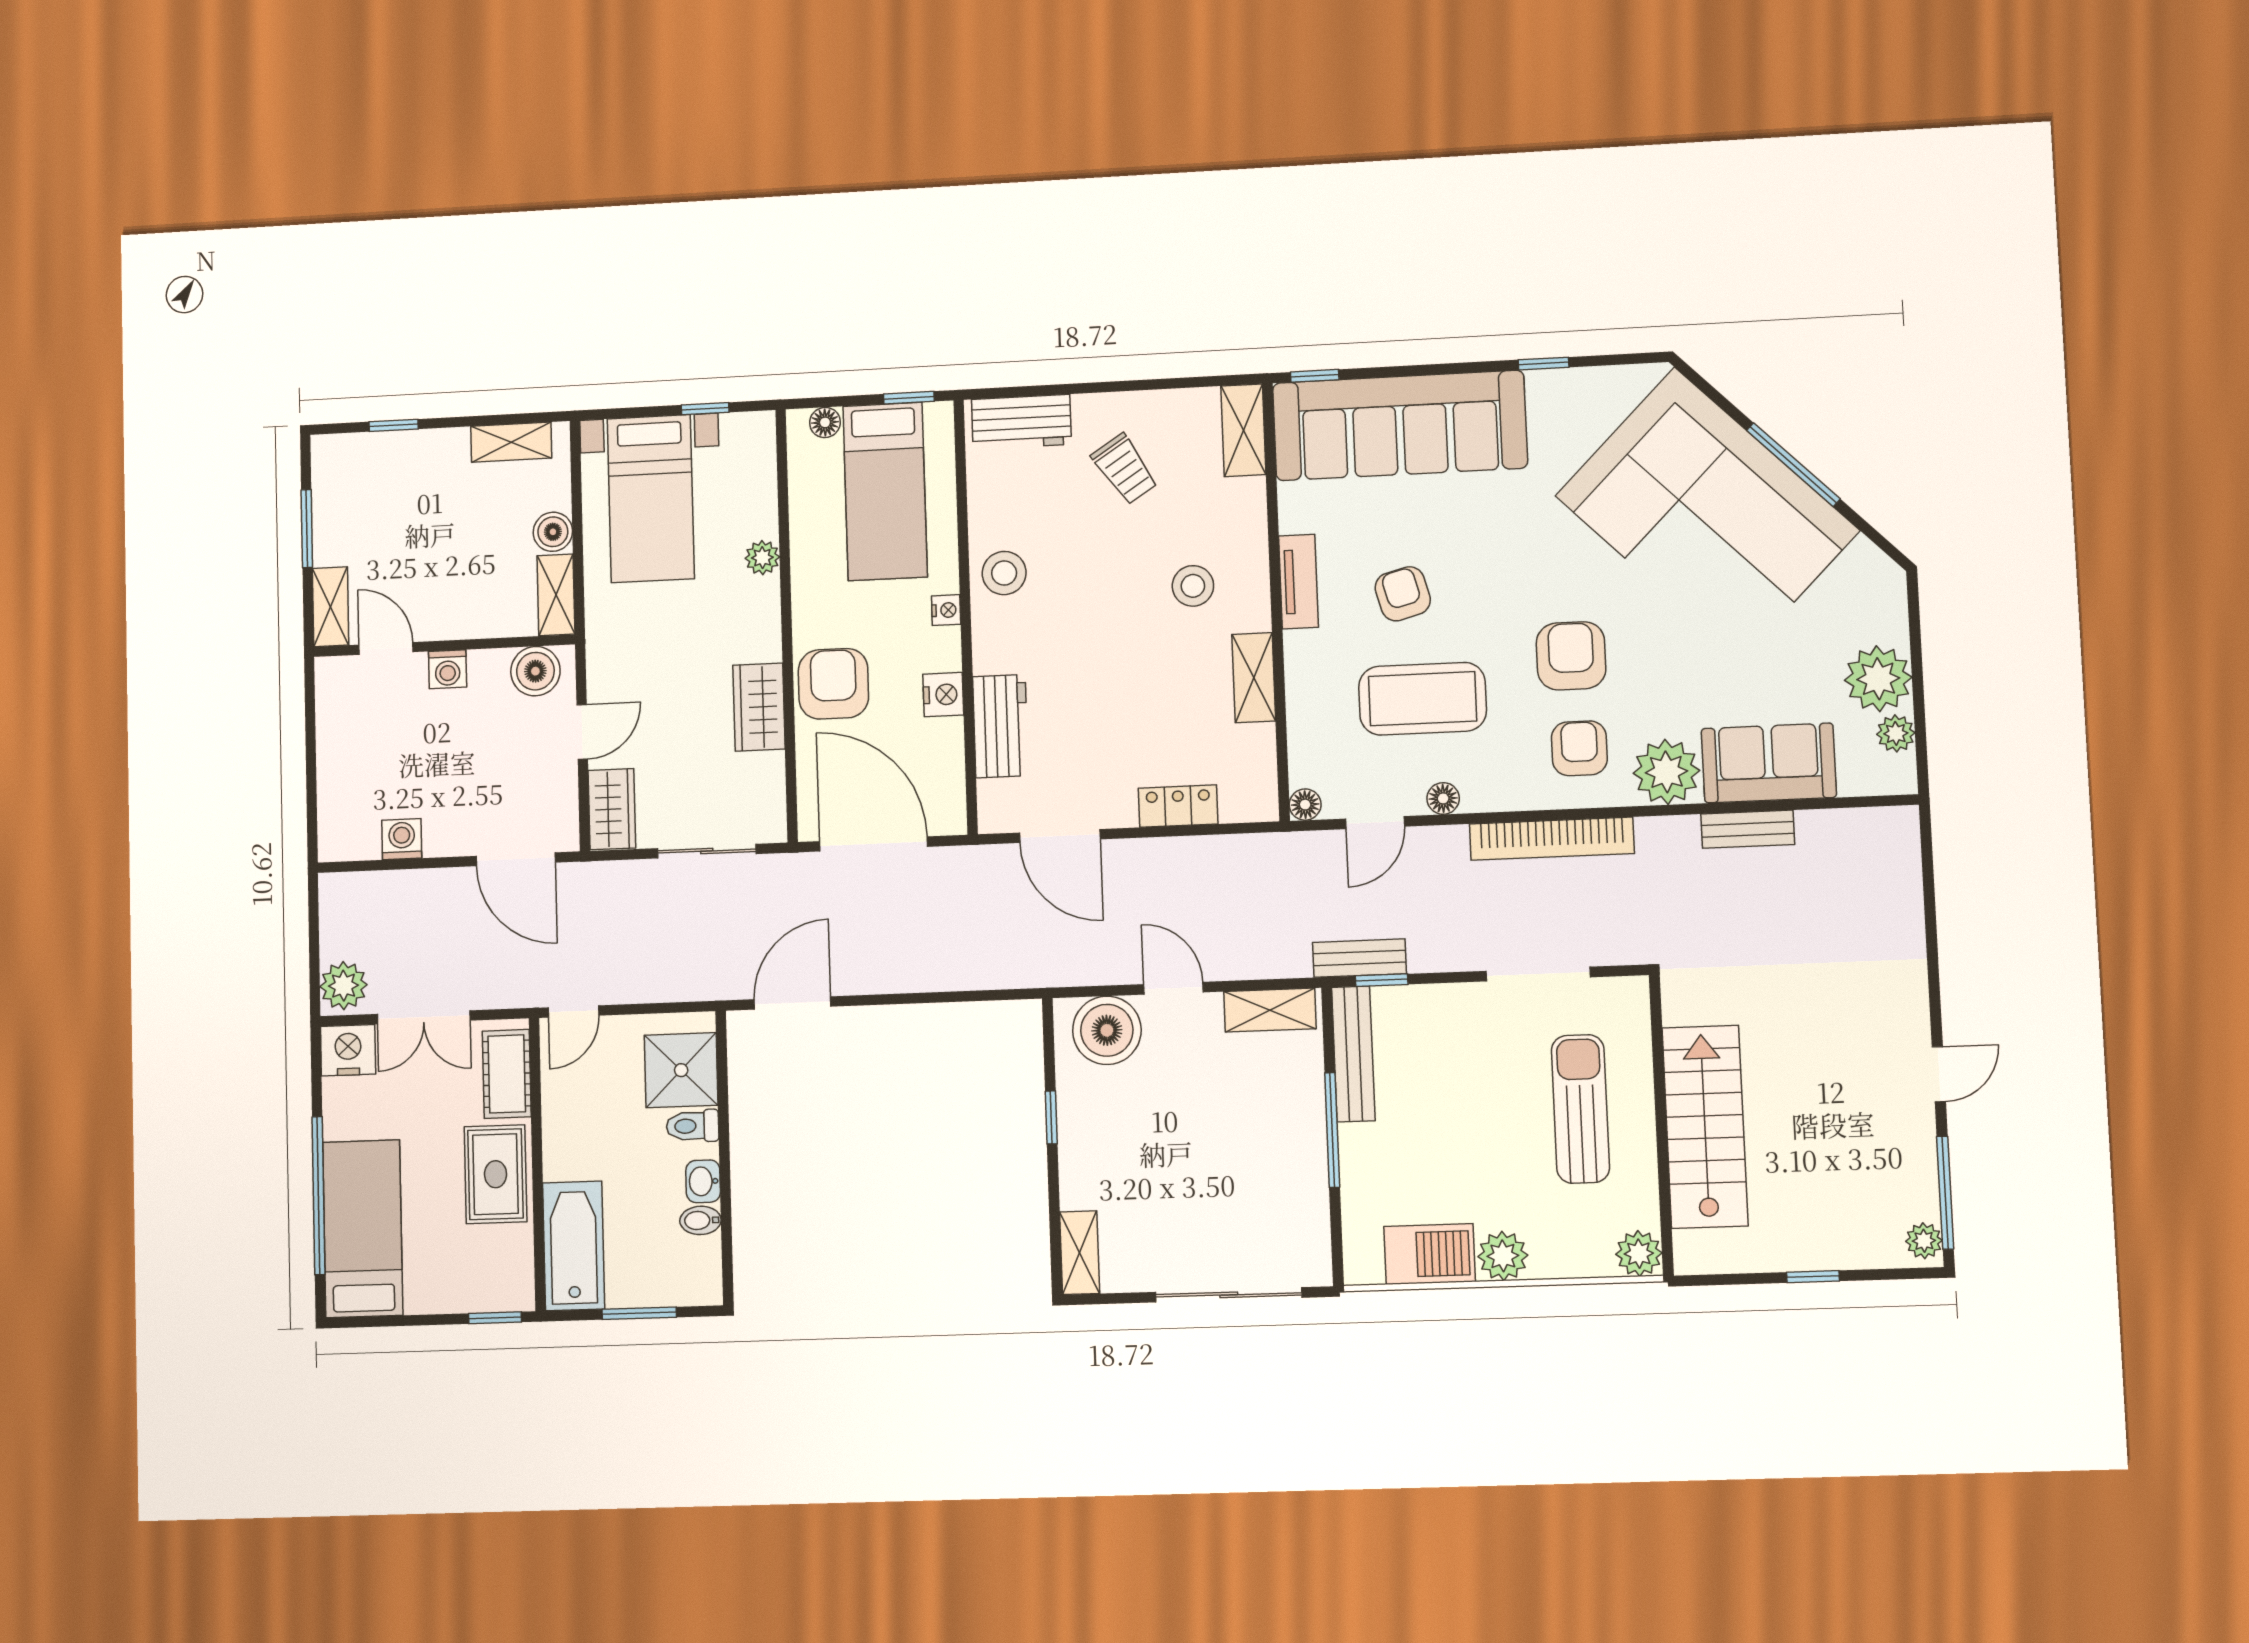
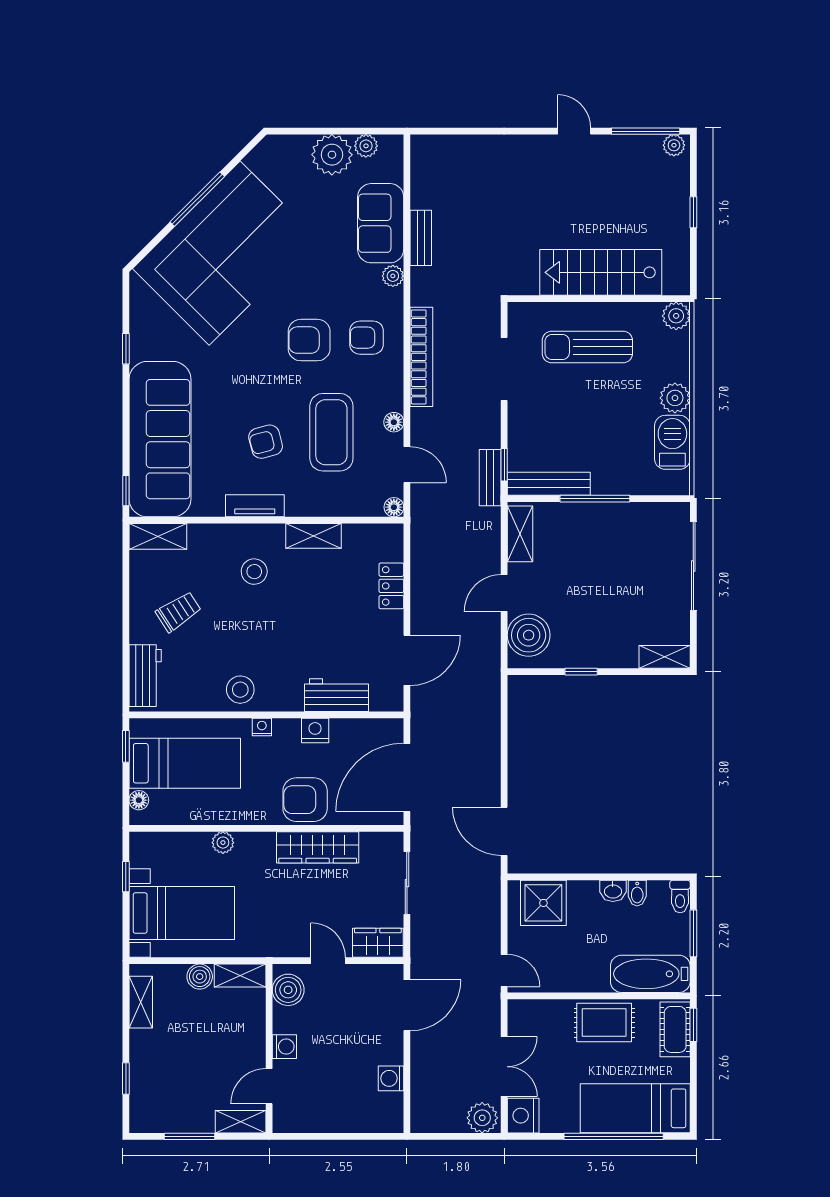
wardrobe: (759, 707) -> (318, 847), width x1.50
plant: (1666, 772) -> (393, 276), width x0.53, depth x0.53
cot: (507, 1074) -> (675, 1029), moved, turned 90
toilet: (693, 1126) -> (680, 897), moved

